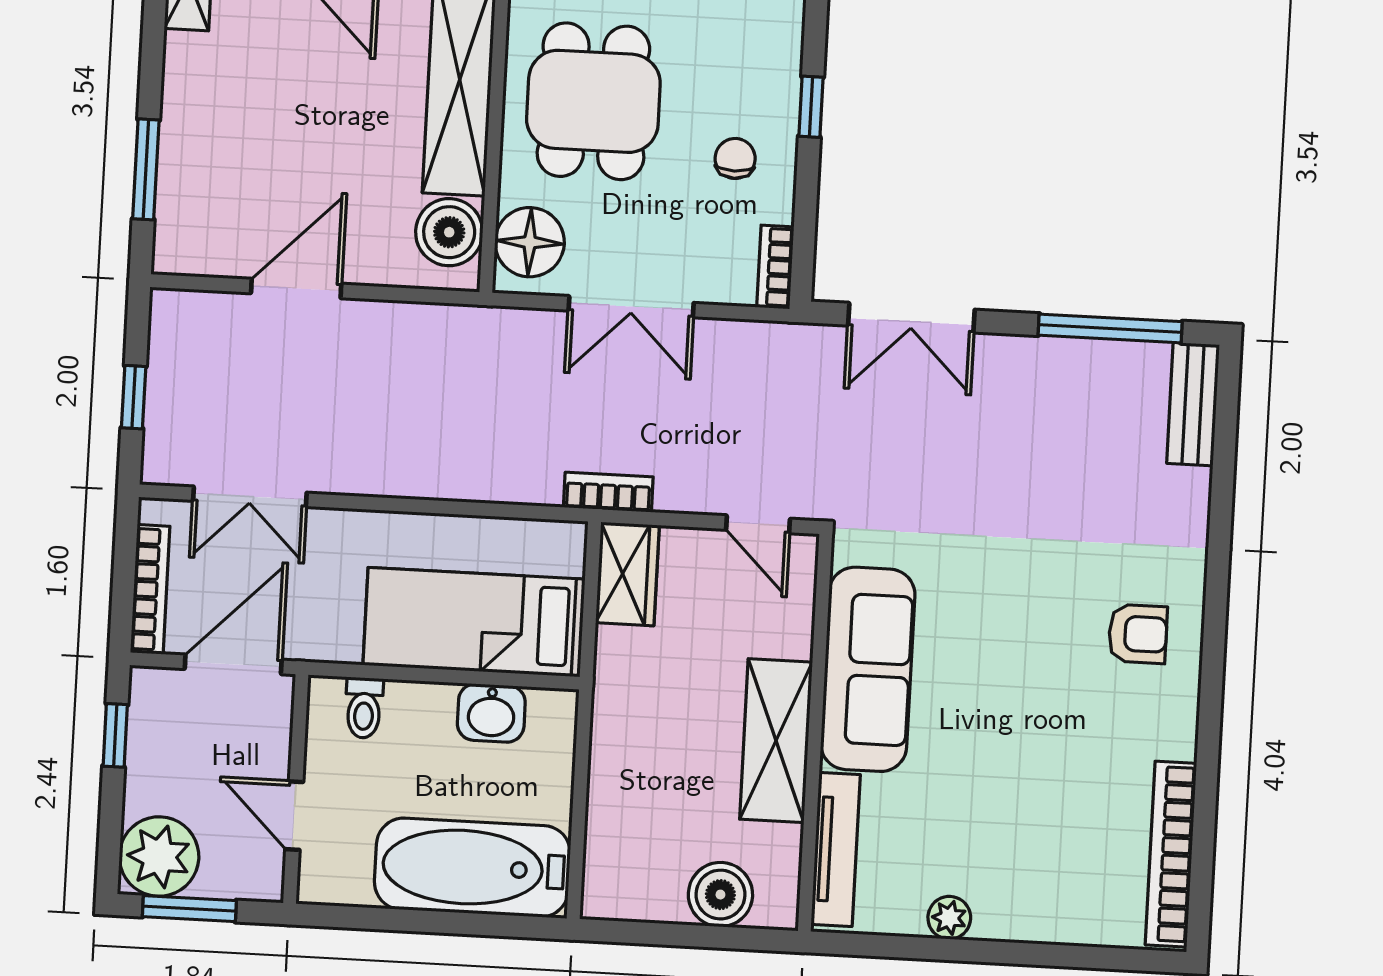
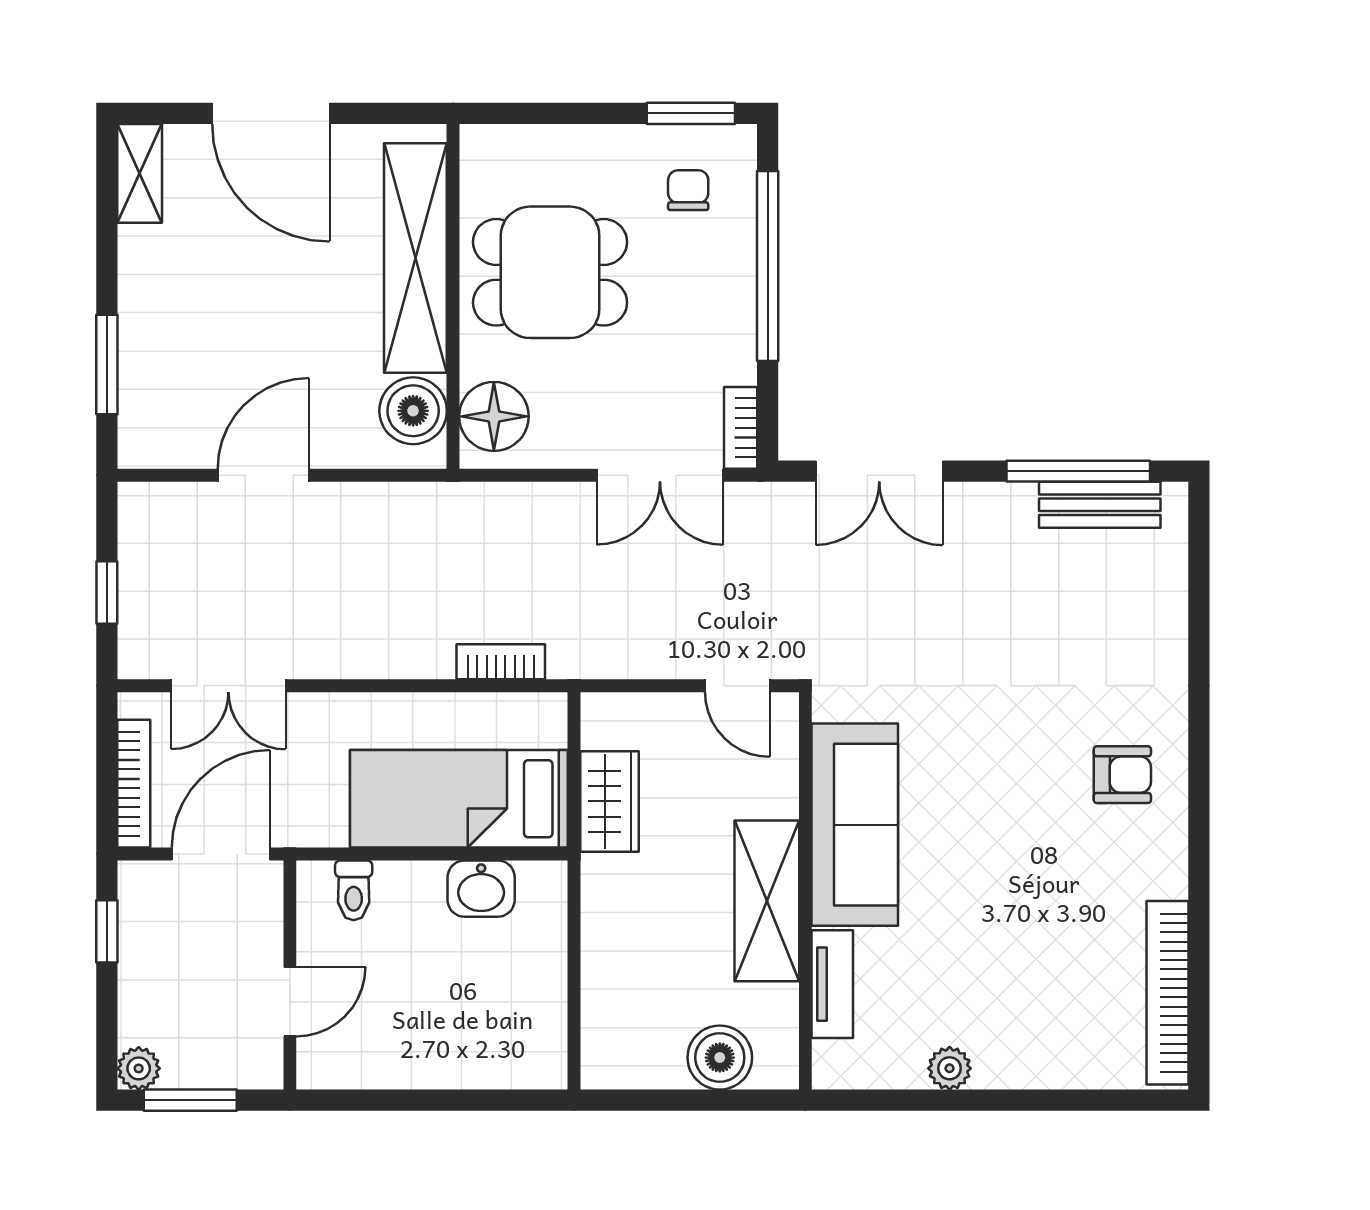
dining table: (593, 101) -> (550, 272), turned 90
window: (811, 107) -> (768, 266), width x3.17
chair: (735, 158) -> (688, 190), moved
double door: (631, 307) -> (660, 475), moved
bench: (1193, 404) -> (1100, 505), moved, turned 90
bookcase: (608, 492) -> (501, 662), moved
wardrobe: (627, 574) -> (610, 801), moved
door: (294, 816) -> (290, 1002), swing flipped
tv unit: (836, 849) -> (832, 984), width x0.71
plant: (159, 857) -> (139, 1068), width x0.53, depth x0.53
bathtub: (472, 868) -> (471, 1044), removed

